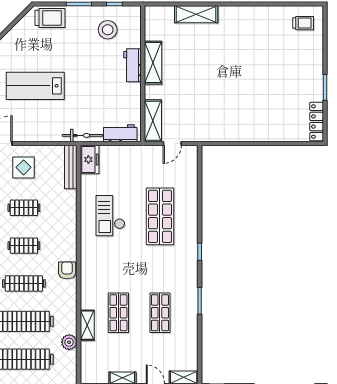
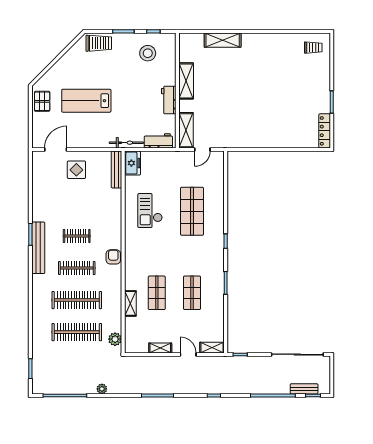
workbench: (133, 65) -> (169, 100), moved
clothes rail: (24, 208) -> (77, 204), removed
plant: (69, 342) -> (115, 339), moved

